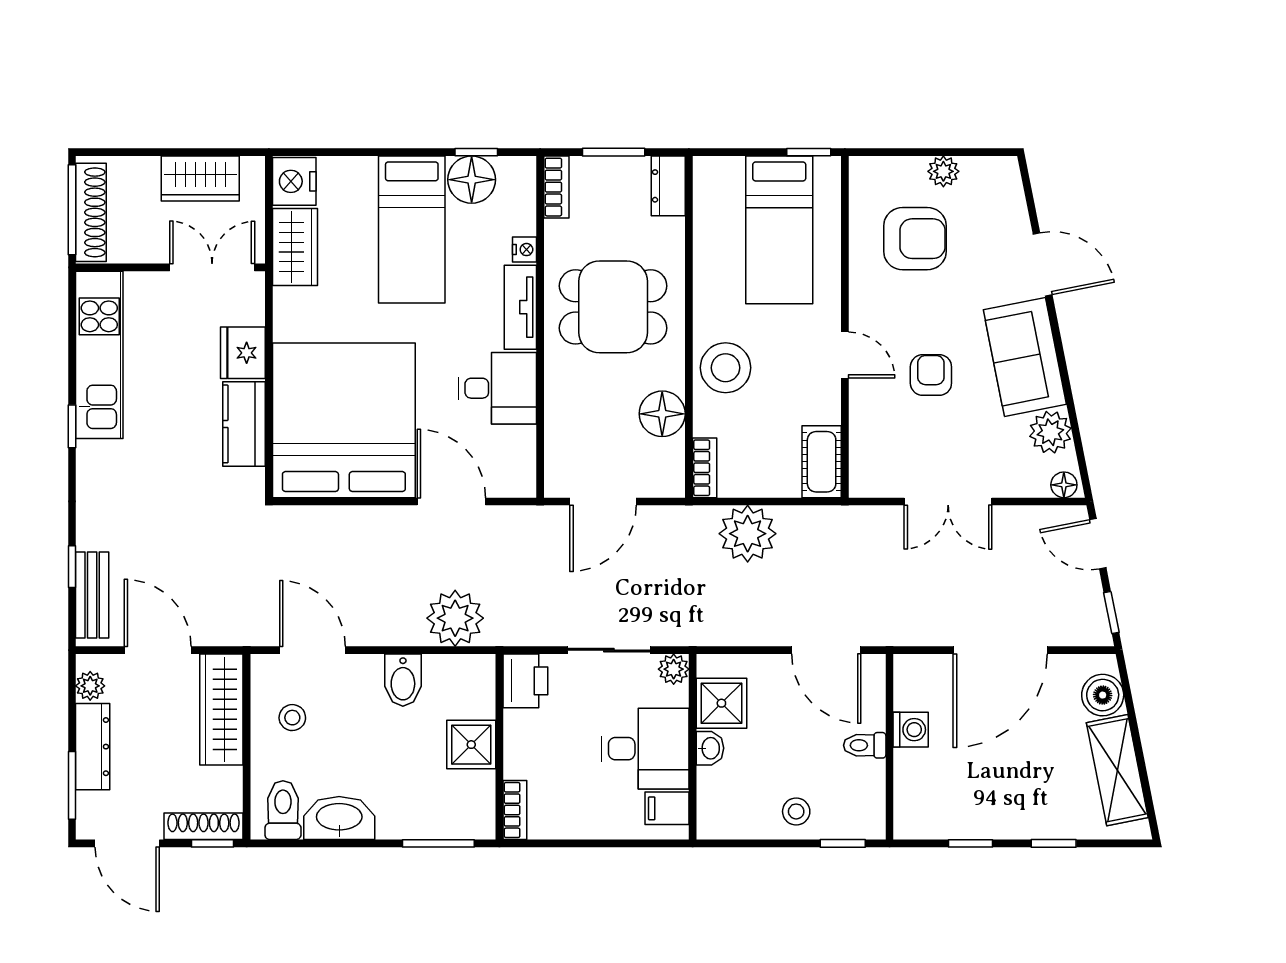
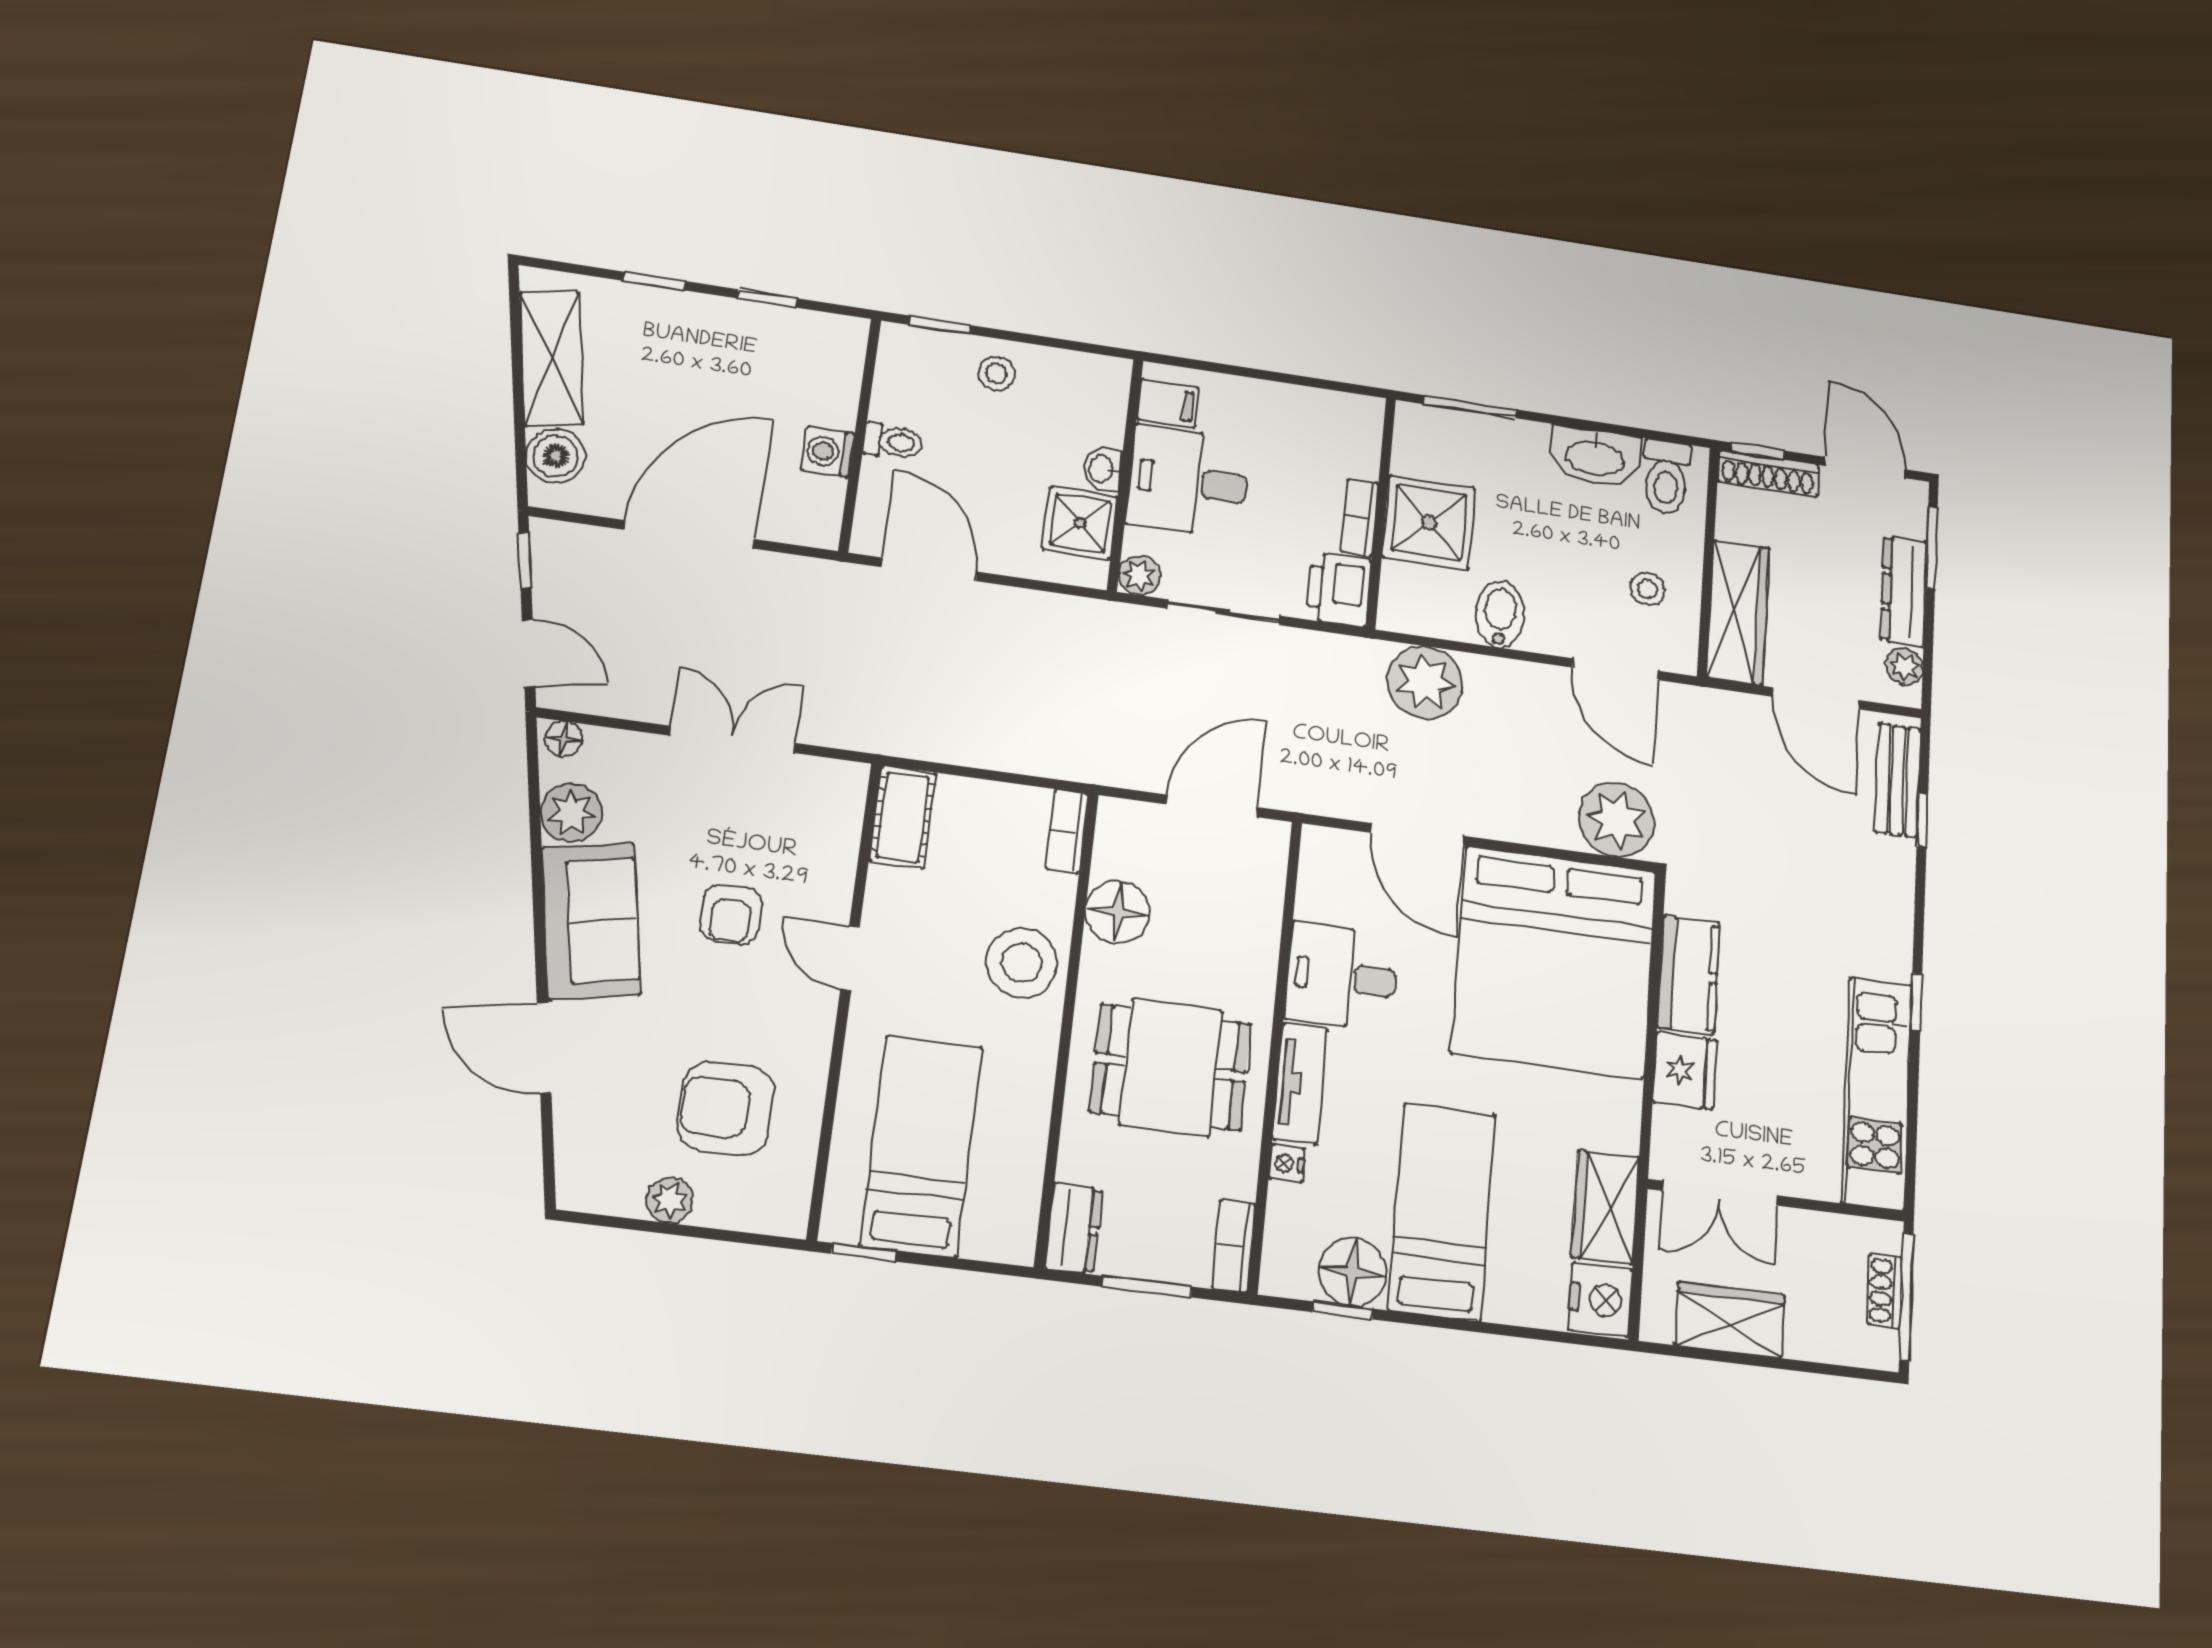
shoe rack: (91, 212) -> (1885, 1291), width x0.51, depth x0.81
plant: (748, 534) -> (1617, 820), moved
shower: (471, 745) -> (1429, 522), width x1.36, depth x1.36
bookcase: (515, 810) -> (1360, 517), moved

